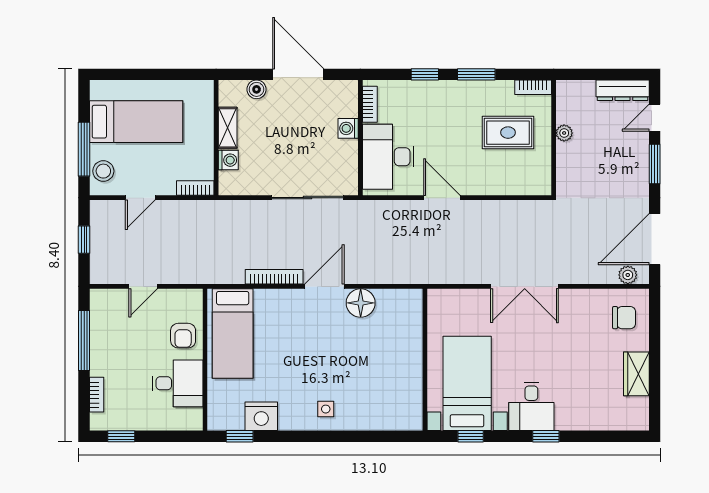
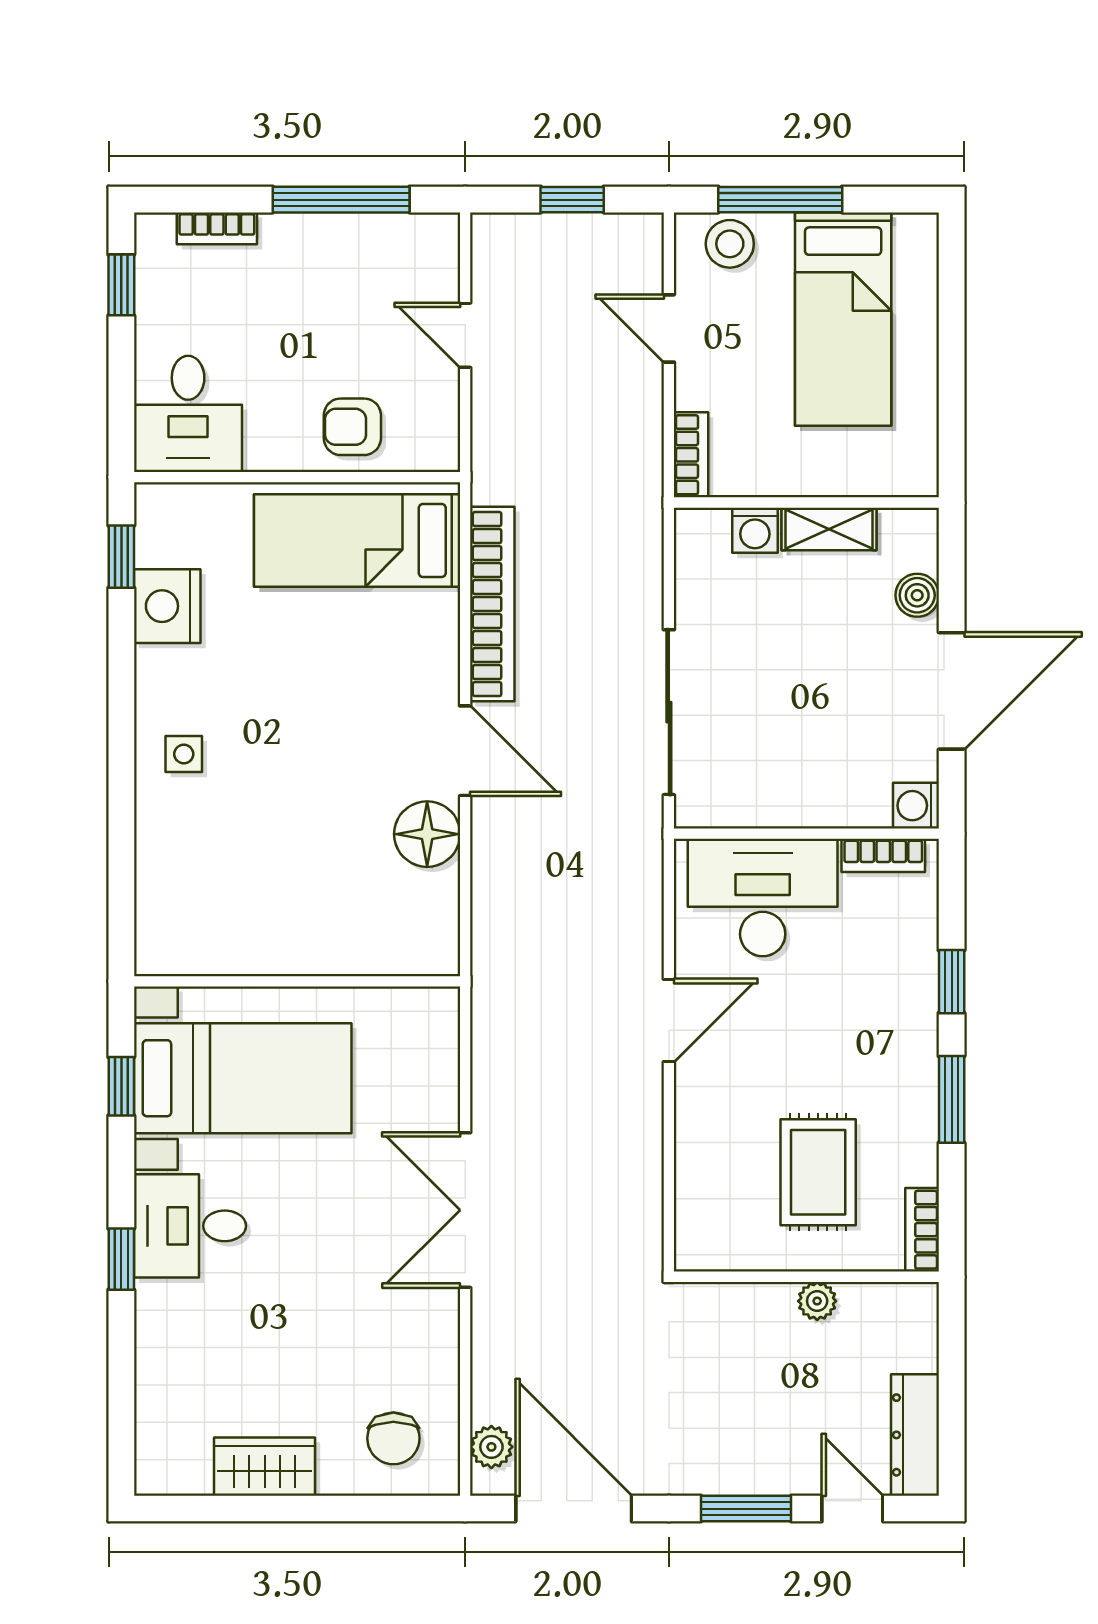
washing machine: (348, 128) -> (916, 806), moved, turned -90
bookcase: (274, 277) -> (492, 604), width x1.48, depth x1.31
desk: (177, 383) -> (188, 414), moved

